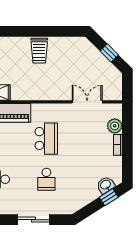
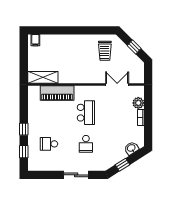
trolley: (39, 51) -> (105, 51), moved
window: (109, 197) -> (123, 165), moved

